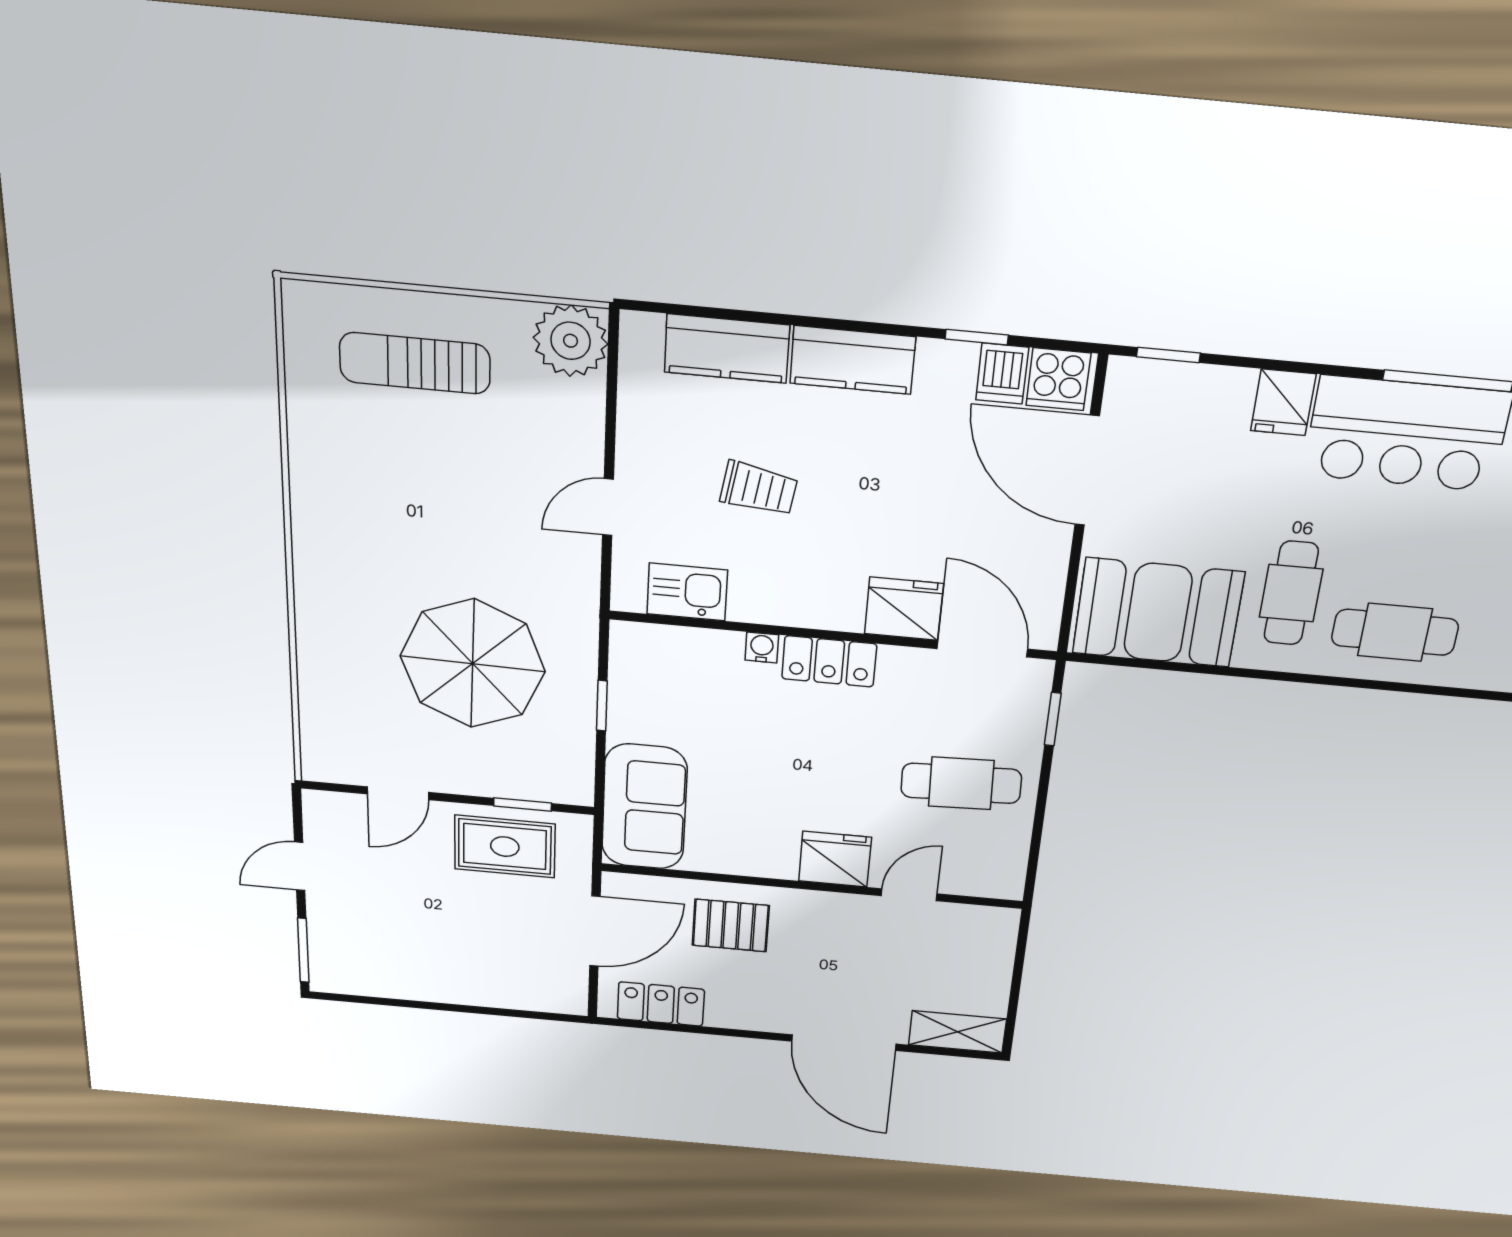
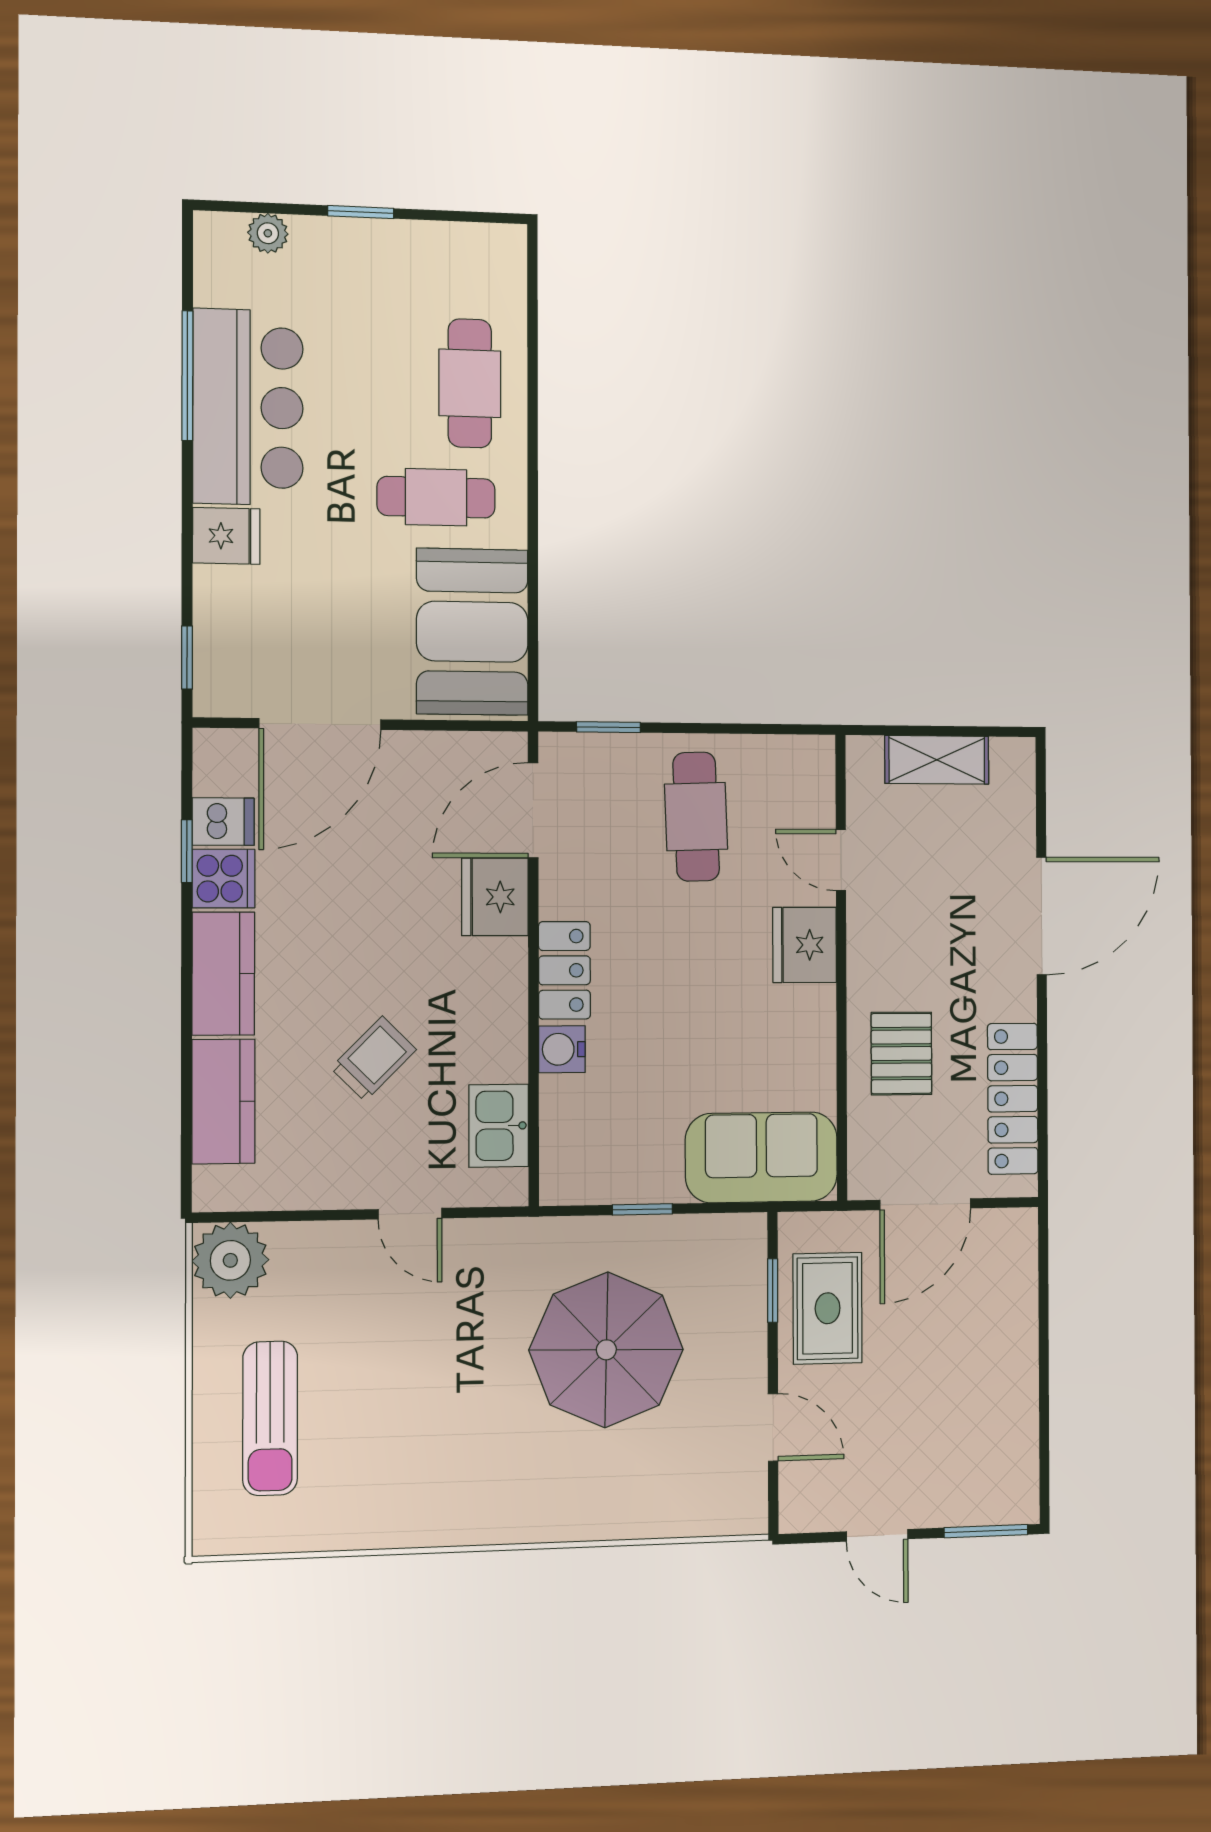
cooker: (1058, 379) -> (224, 879), moved
trolley: (759, 489) -> (374, 1059), turned 36
water cooler: (762, 647) -> (562, 1049), width x1.38, depth x1.38
door: (595, 931) -> (925, 1204), swing flipped
locker: (661, 1004) -> (1013, 1099), width x1.53
shelving: (957, 1032) -> (937, 760), moved, turned 90

